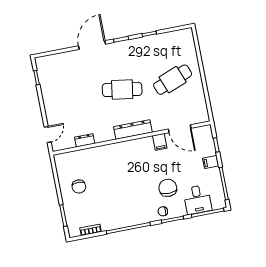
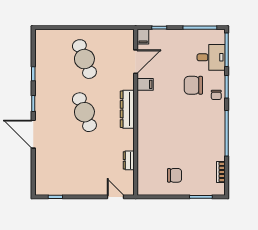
cafe table: (122, 89) -> (84, 112), turned -30
filing cabinet: (211, 162) -> (143, 37), moved

